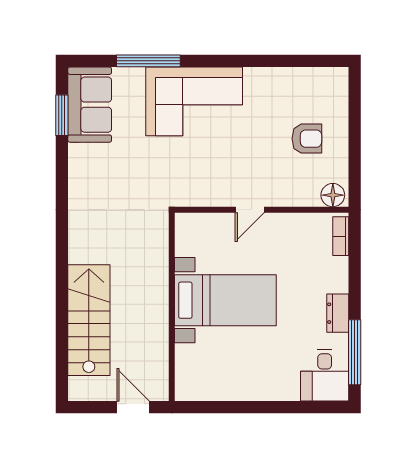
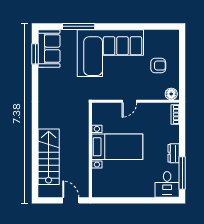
corner sofa: (194, 101) -> (110, 53), width x1.36, depth x1.36

